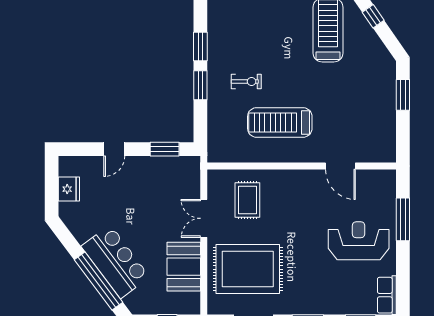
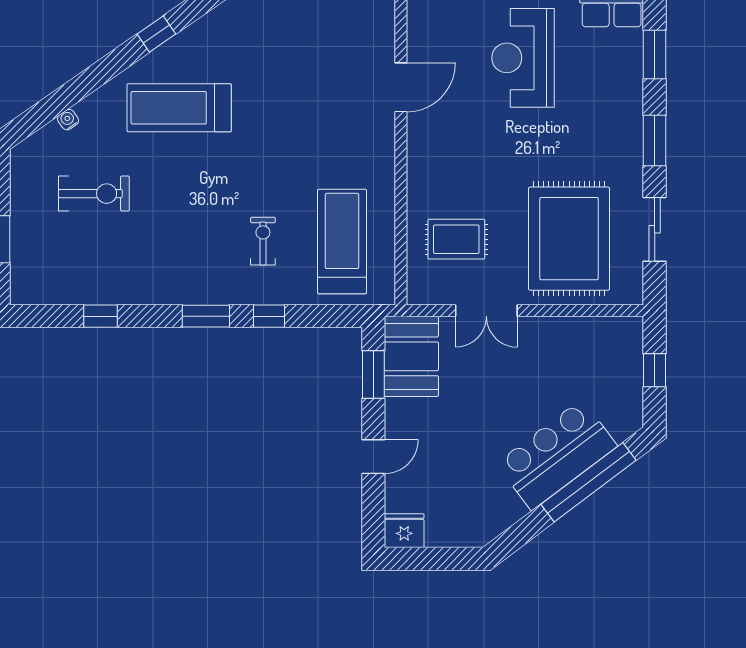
window: (200, 85) -> (269, 316), width x0.67
treadmill: (280, 122) -> (342, 241), moved, turned 180
door: (114, 149) -> (373, 457), hinge flipped
fridge: (69, 189) -> (404, 531), moved
booth: (184, 267) -> (411, 356), moved, turned 90

